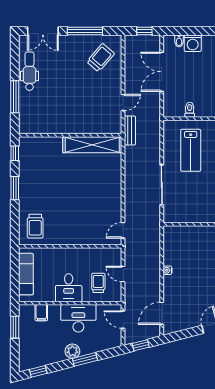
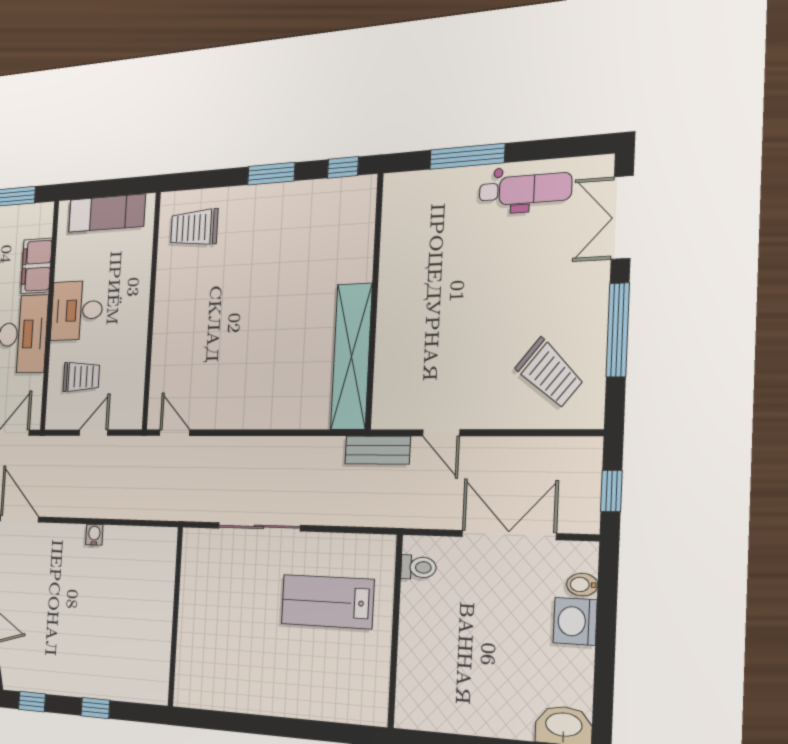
toilet: (190, 110) -> (418, 567), moved
filing cabinet: (41, 313) -> (36, 266), width x2.00

